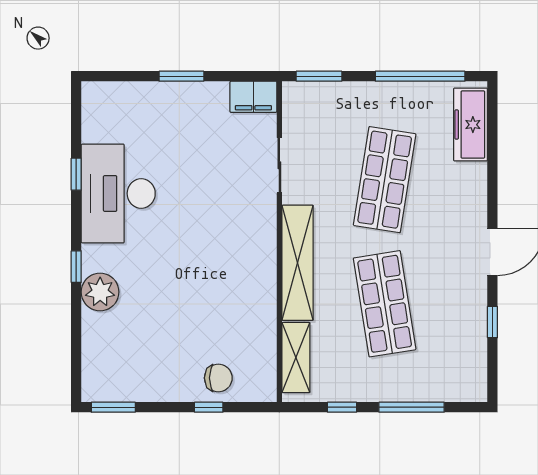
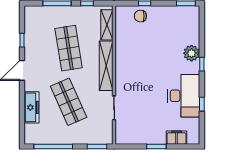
filing cabinet: (253, 97) -> (177, 138), moved
freezer: (471, 125) -> (31, 107), moved
shop shelf: (385, 180) -> (69, 102), turned -33

